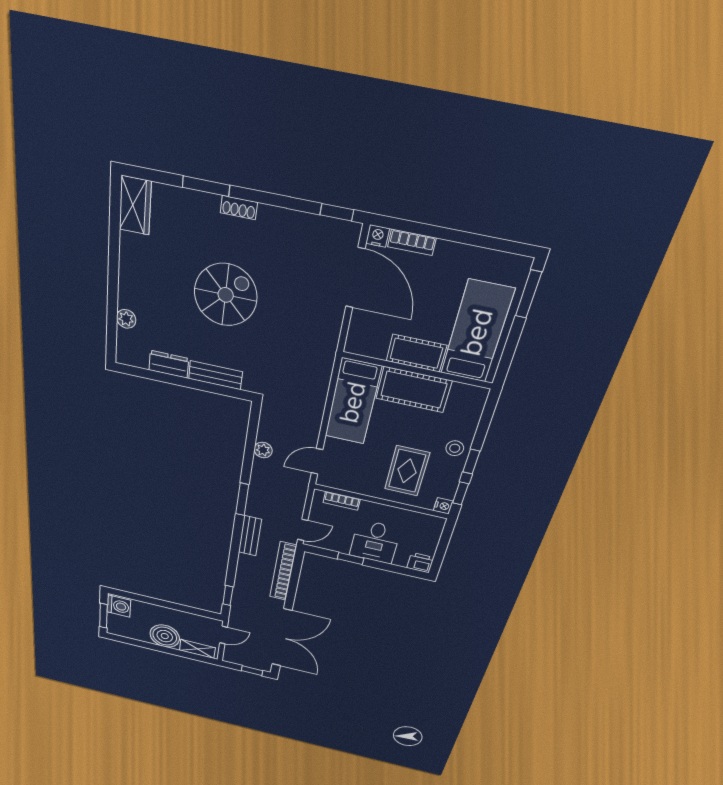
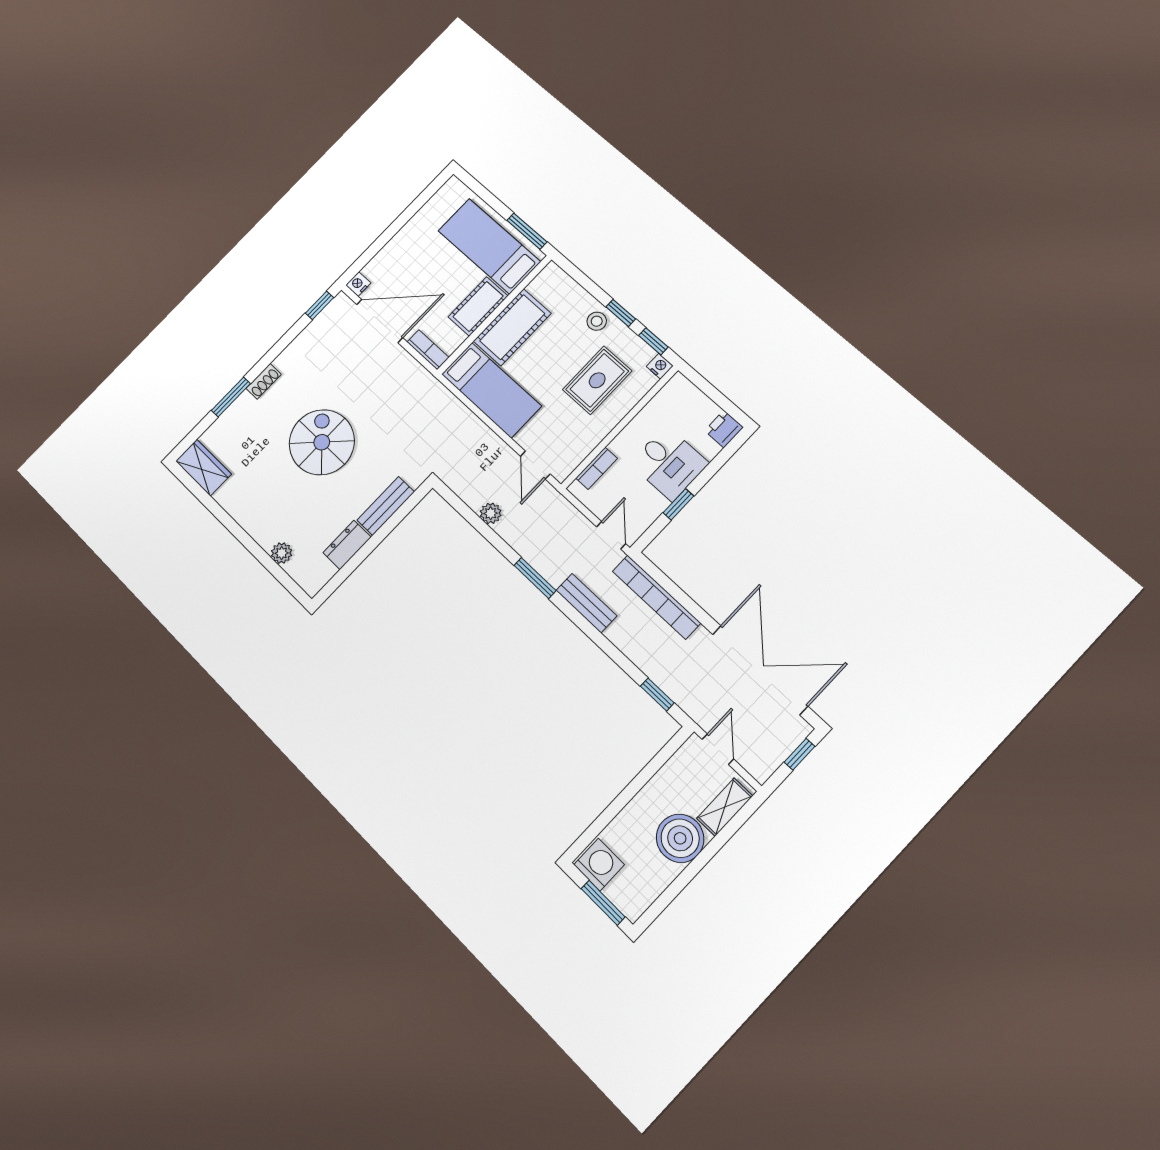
bookcase: (412, 242) -> (428, 350), moved, turned -90
window: (528, 294) -> (527, 231), moved
rug: (407, 471) -> (597, 380), turned 90

